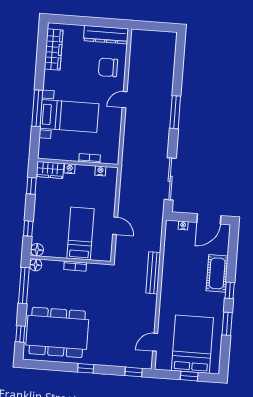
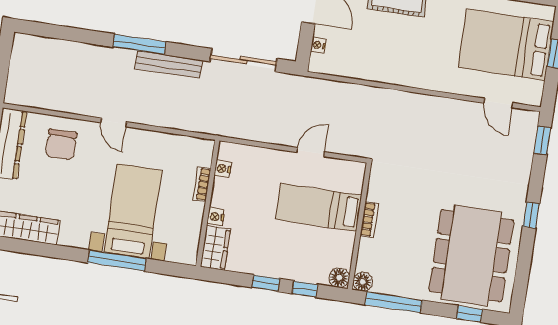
window: (31, 186) -> (266, 283), moved
bench: (153, 273) -> (169, 65), moved

